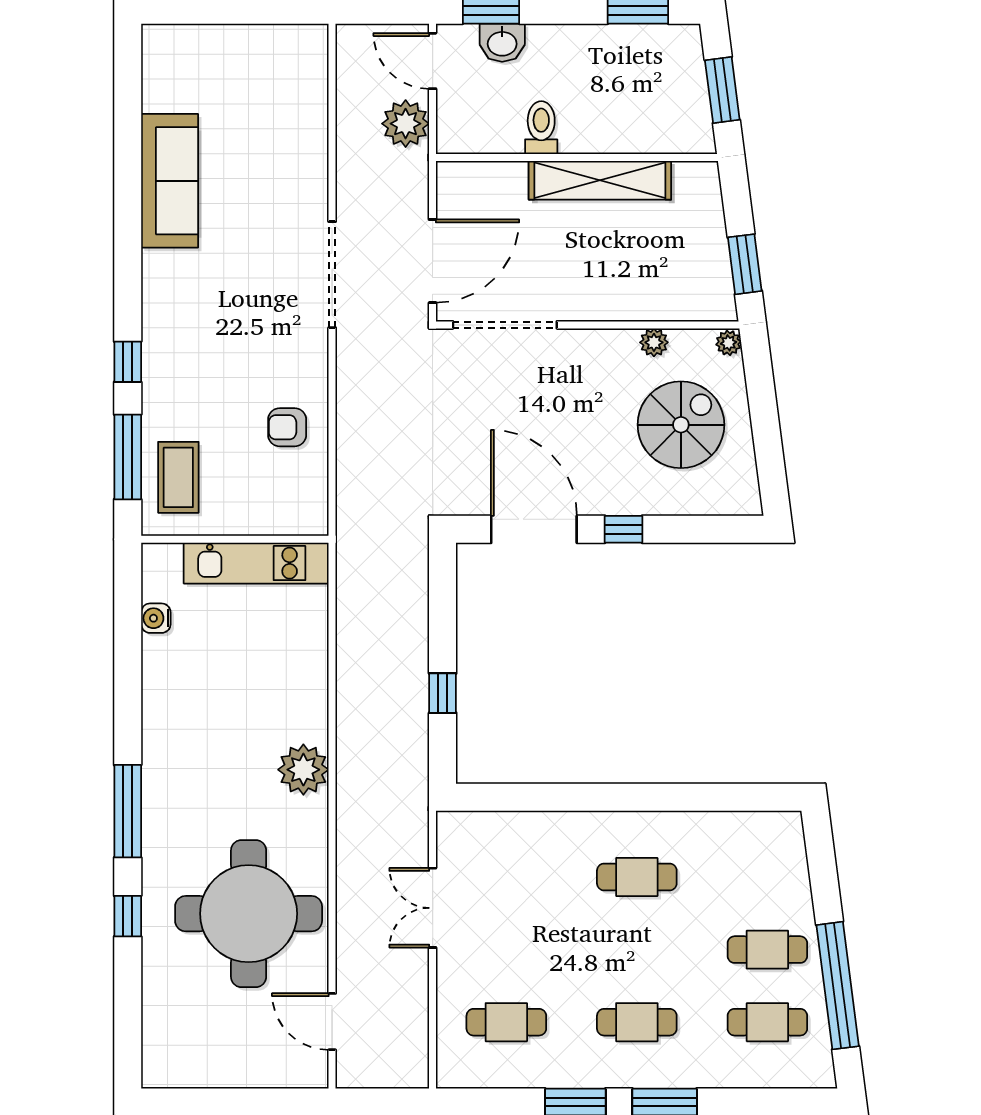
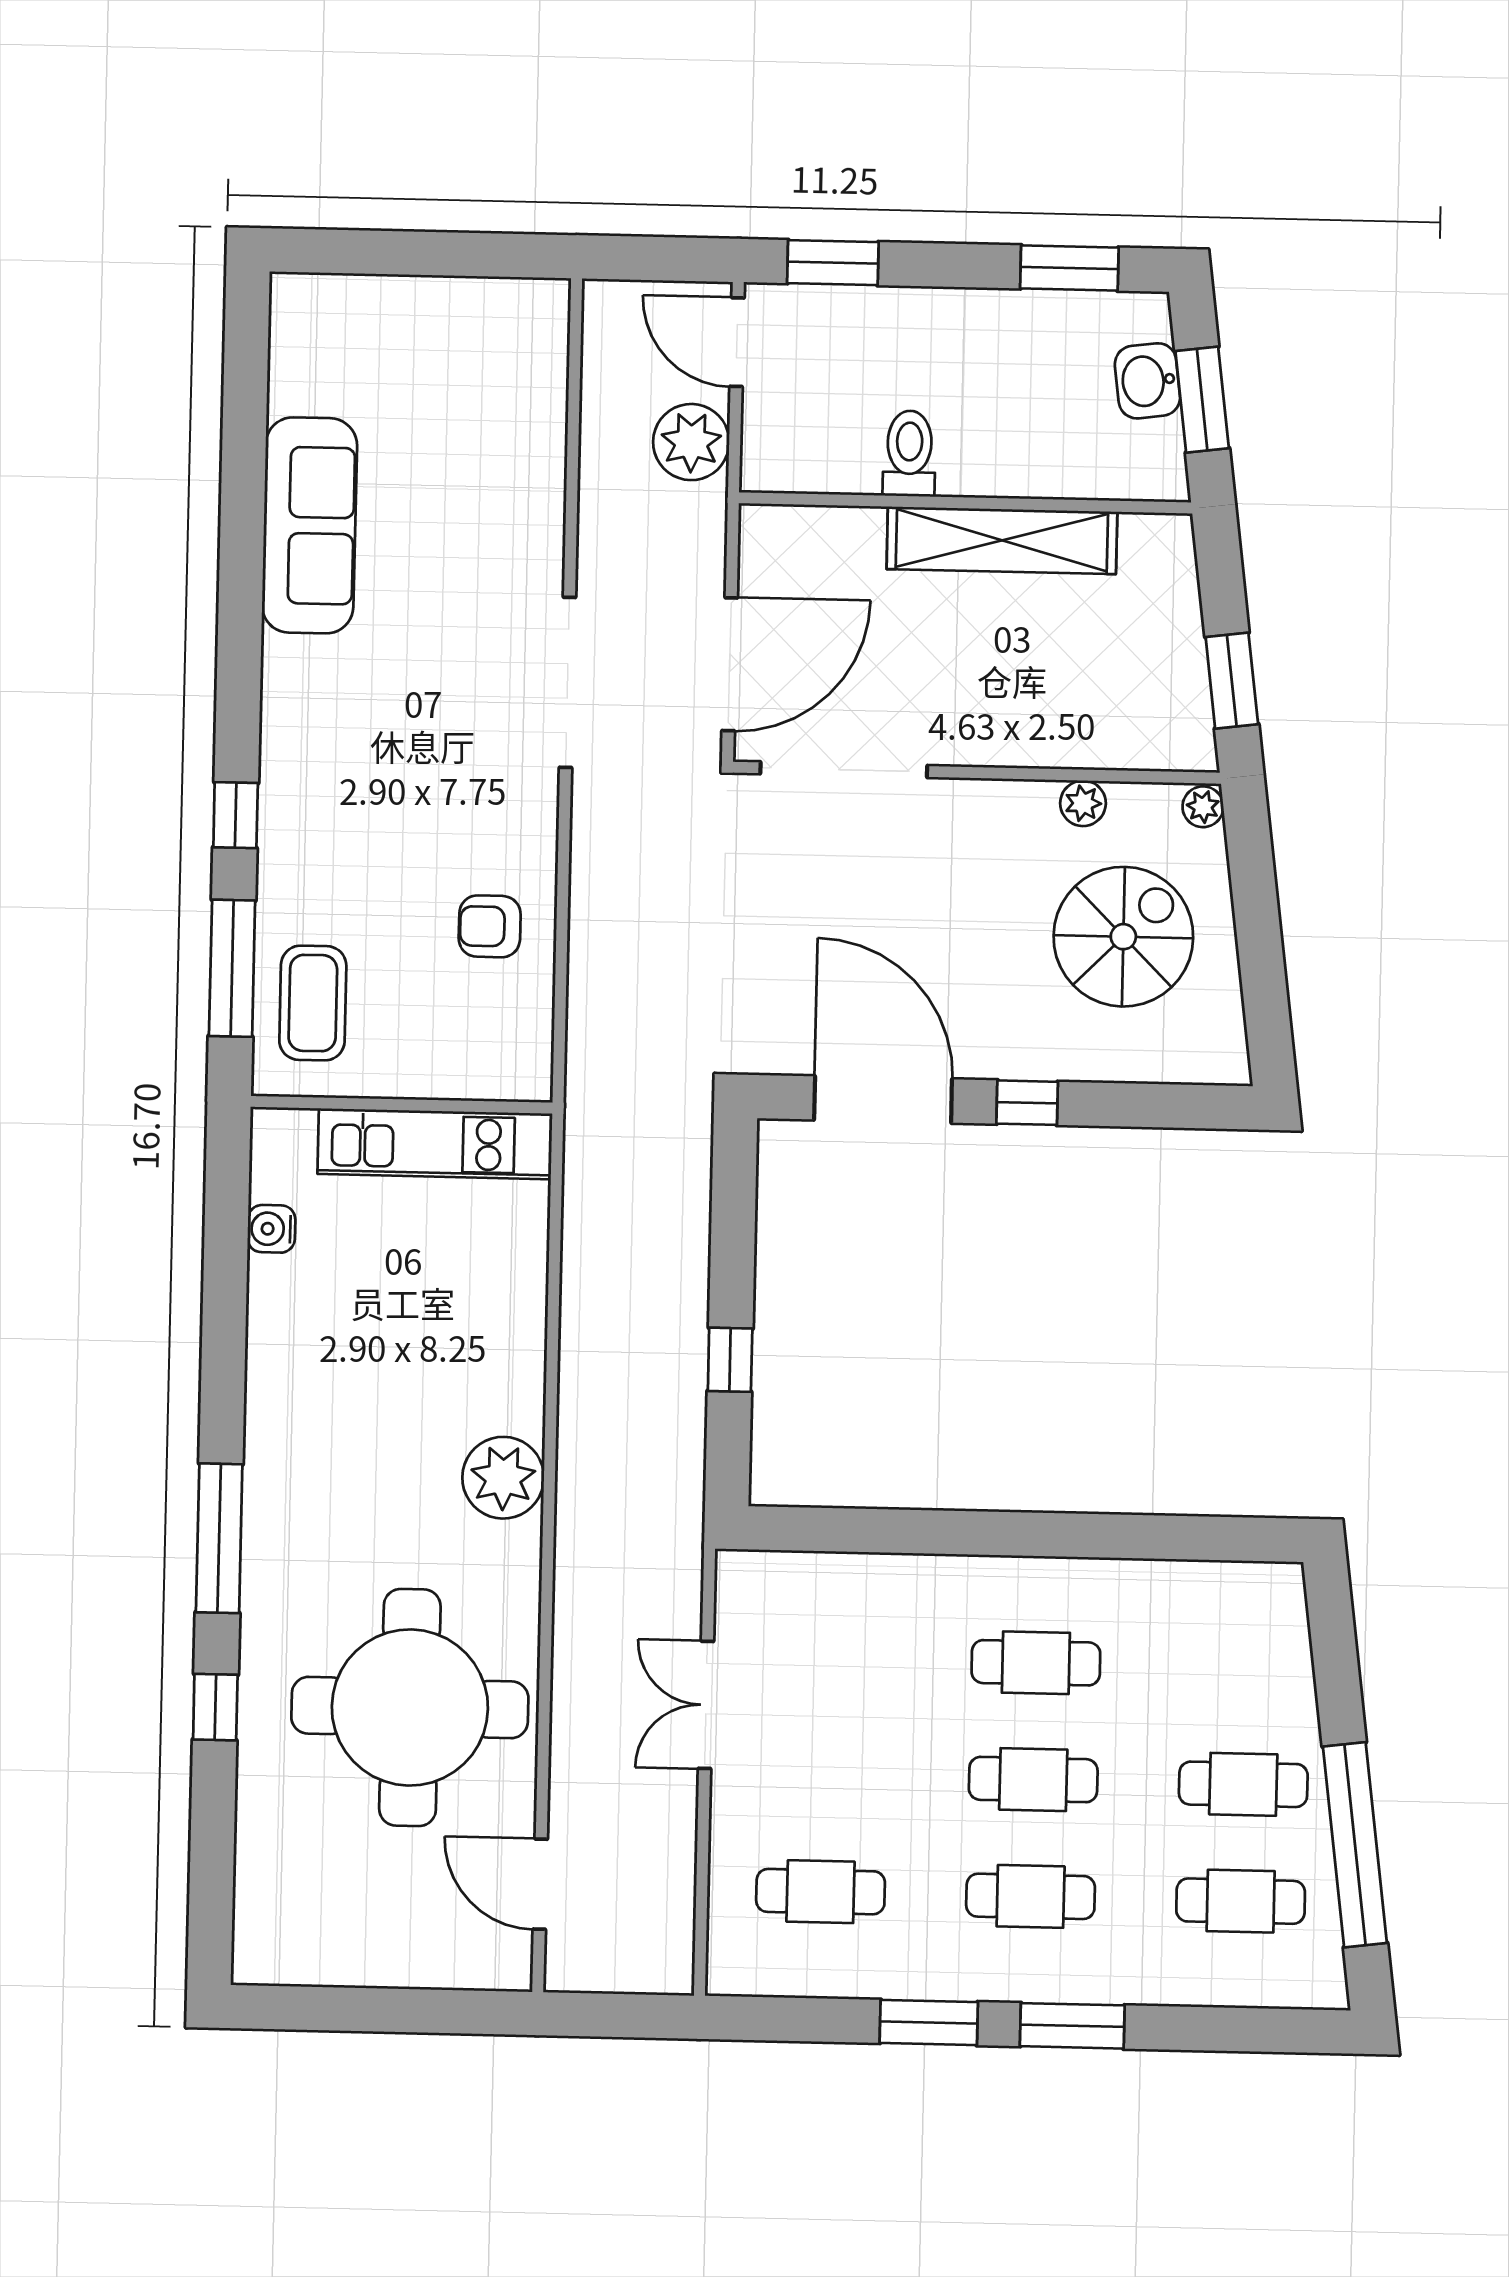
washbasin: (502, 43) -> (1147, 381), moved, turned 83
cafe table: (637, 950) -> (1033, 1780), added

